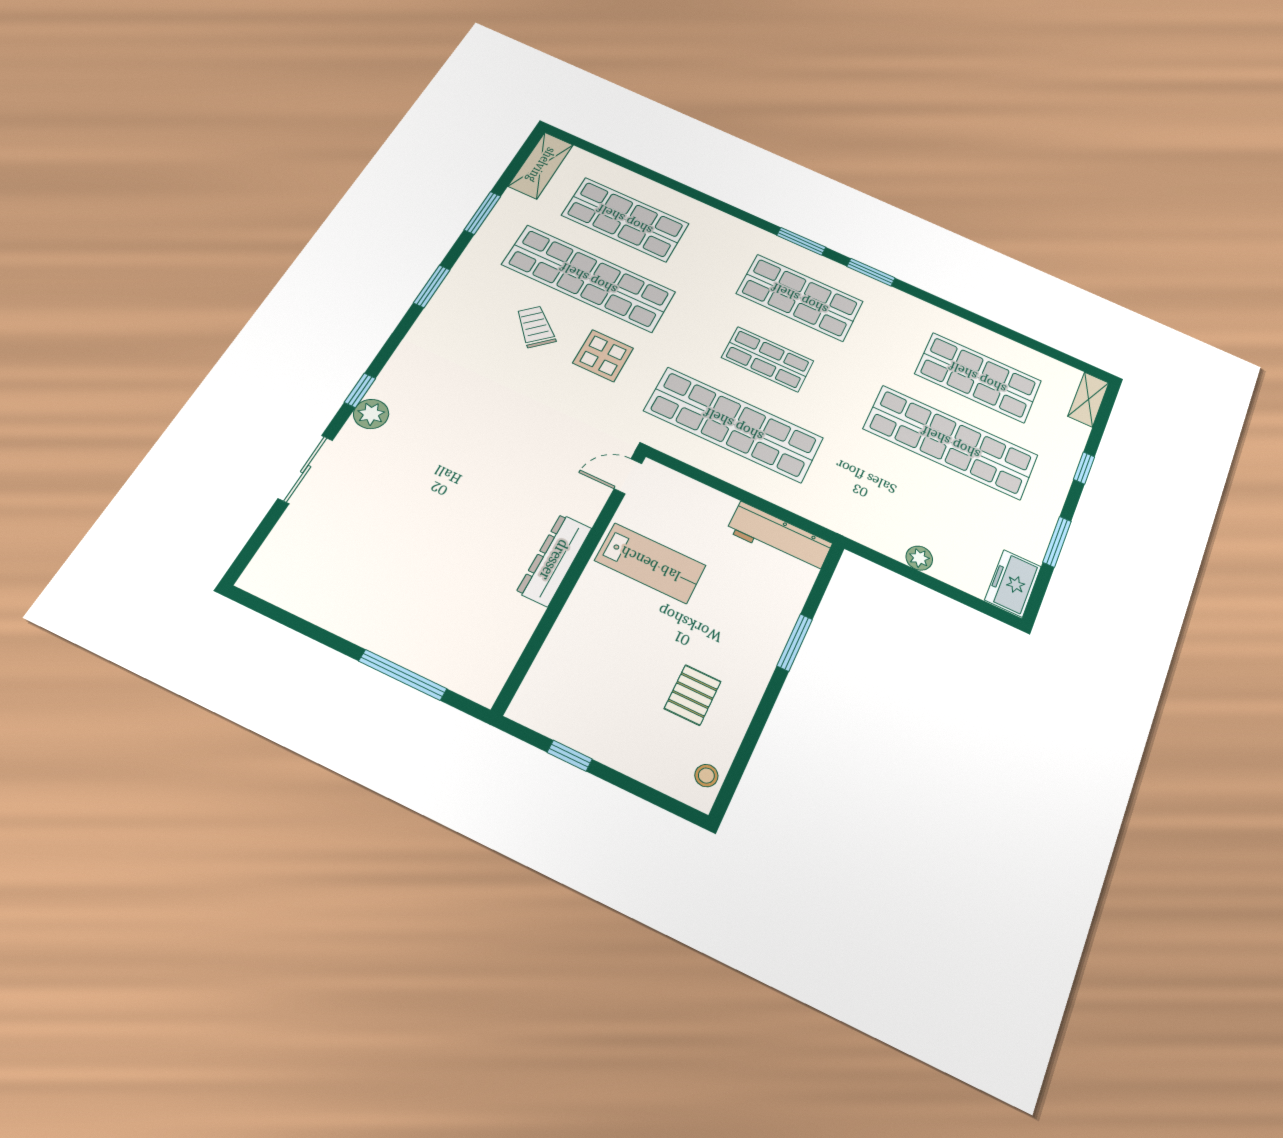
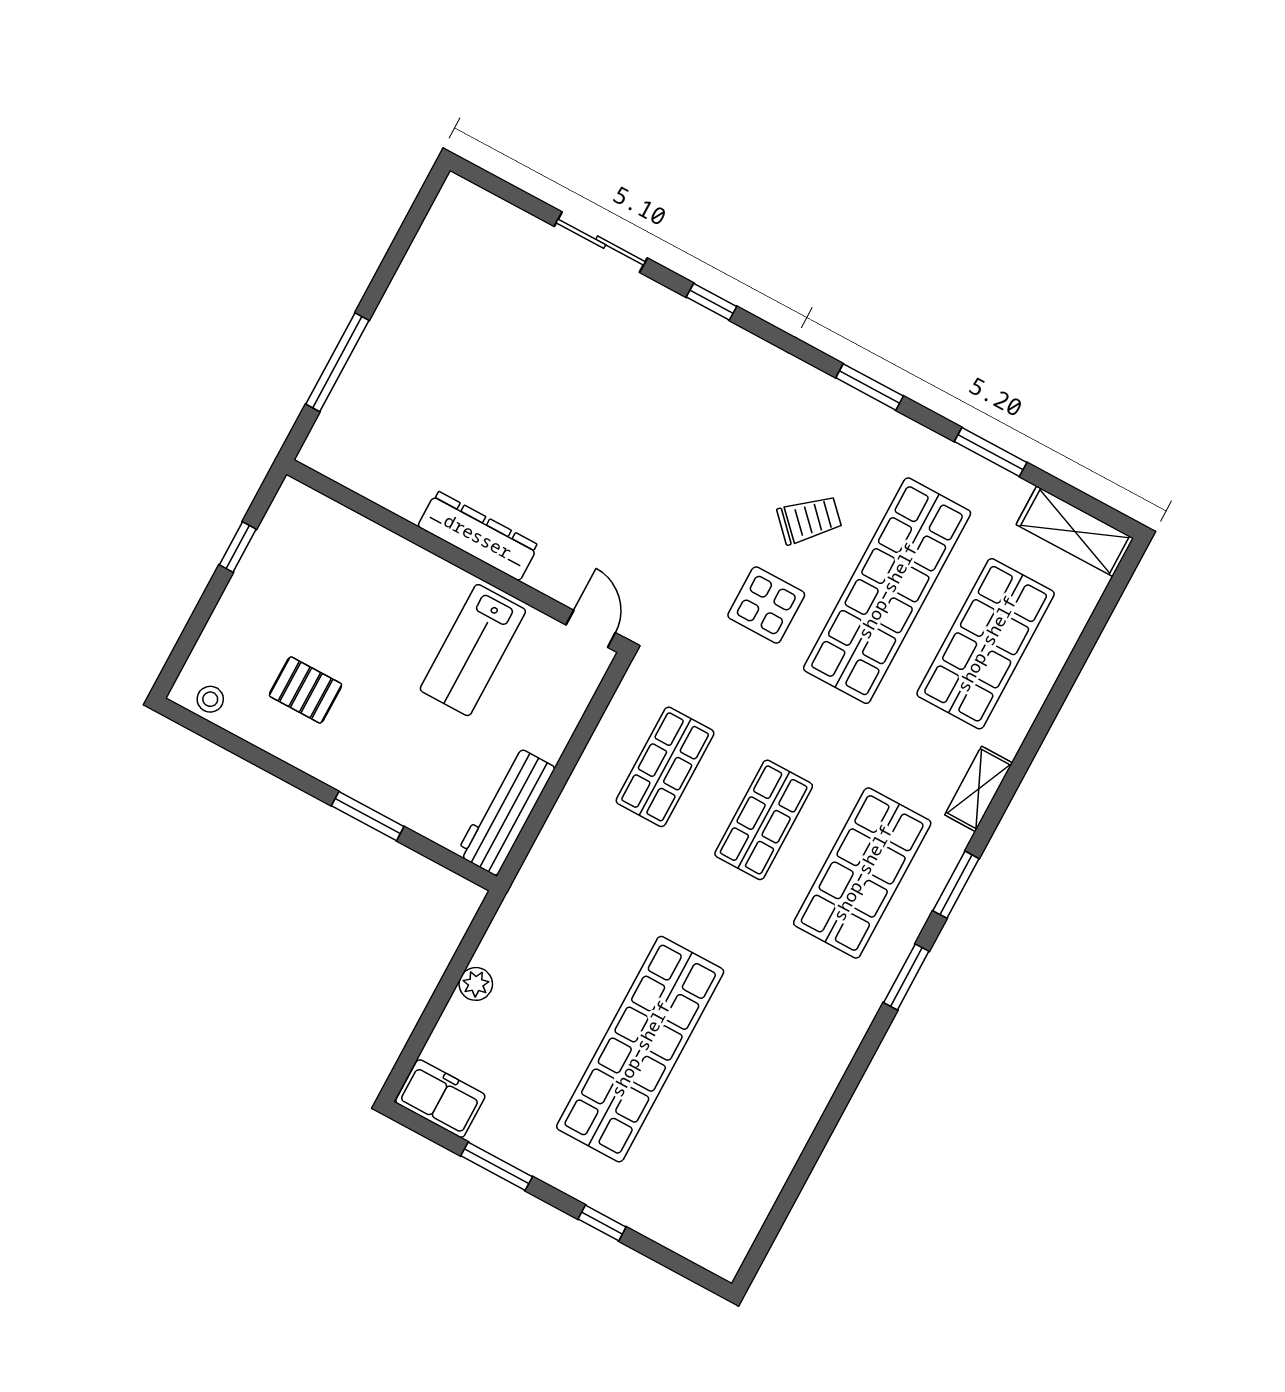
shop shelf: (978, 377) -> (739, 1102), removed
shelving: (1088, 399) -> (979, 789), moved, turned 90
plant: (371, 414) -> (678, 316), removed
shop shelf: (734, 424) -> (665, 767), width x0.50, depth x0.74

